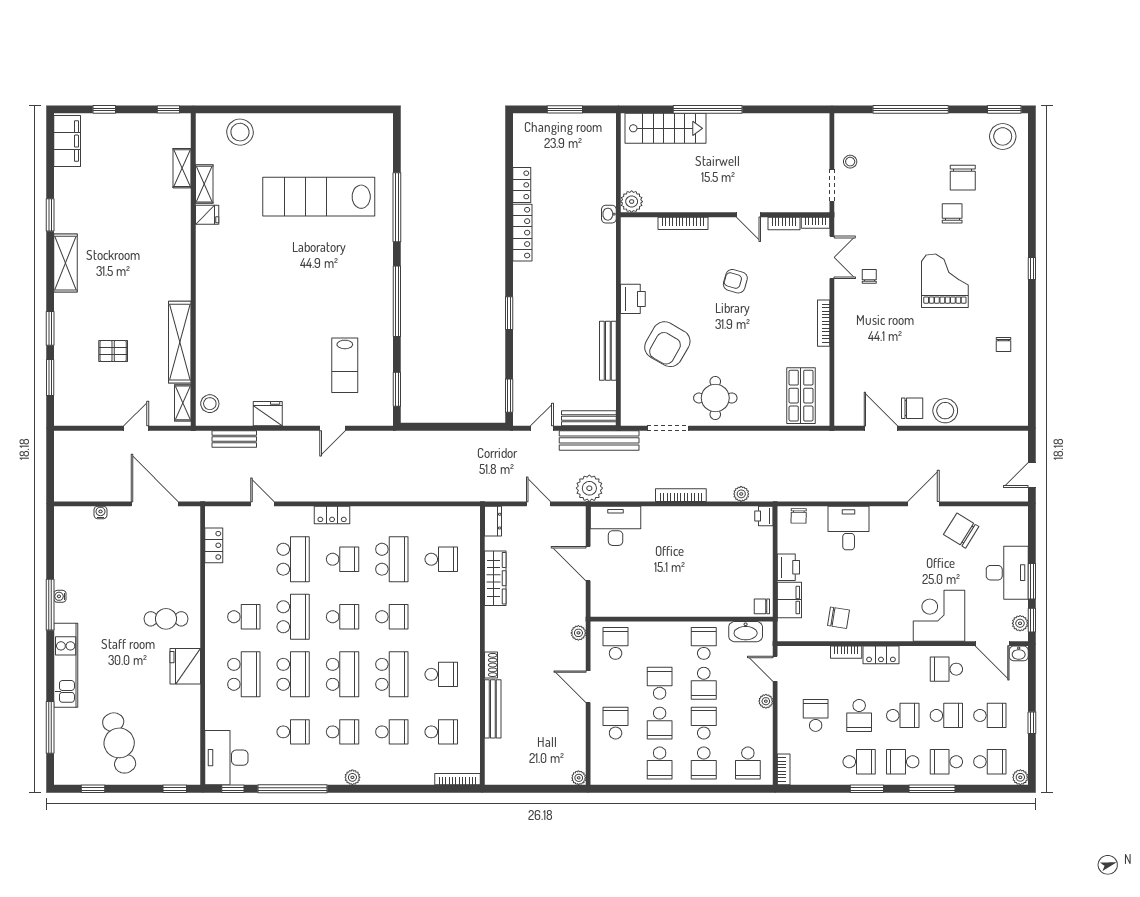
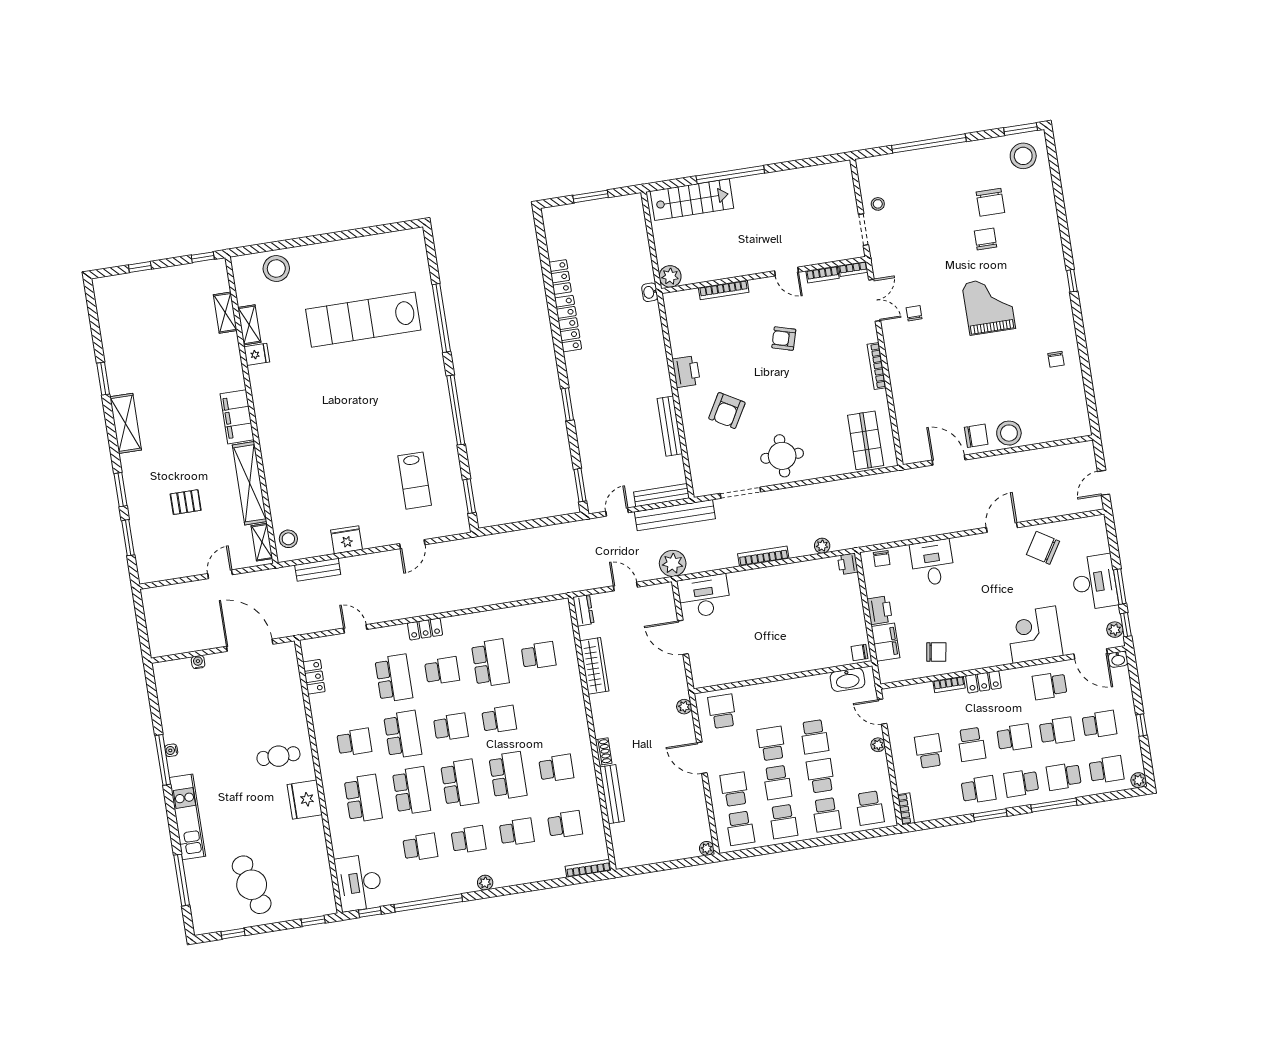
filing cabinet: (67, 141) -> (237, 417), moved, turned 180
armchair: (667, 344) -> (727, 411), width x0.73, depth x0.73
school desk: (704, 643) -> (740, 828), moved, turned 180

